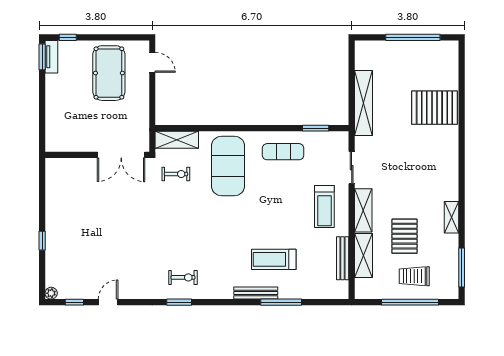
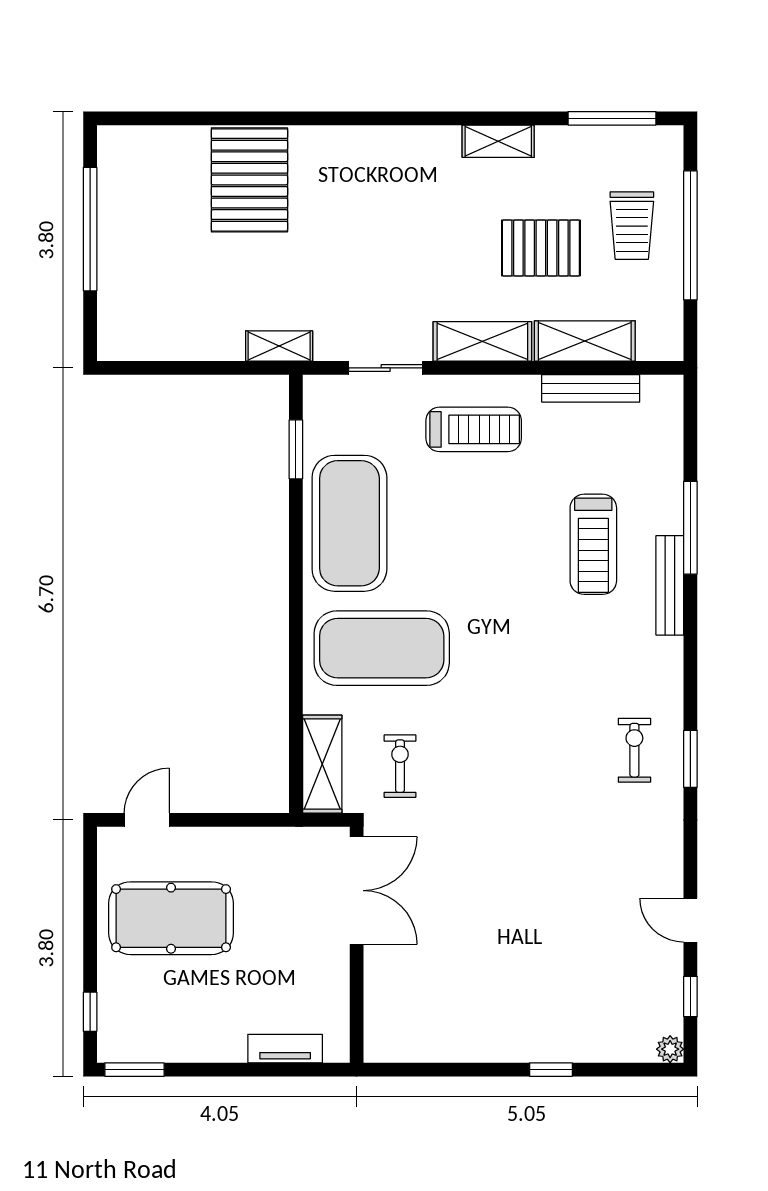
tv unit: (51, 57) -> (285, 1049), moved
shelving: (363, 103) -> (279, 346), width x0.45, depth x0.75
exercise mat: (283, 152) -> (349, 523), width x2.00, depth x1.45

